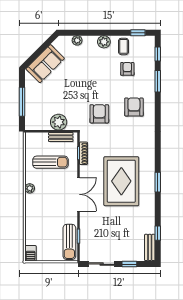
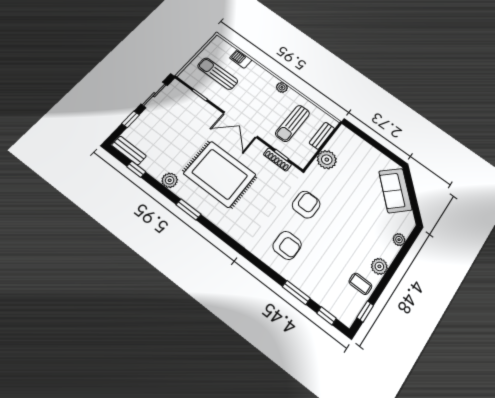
armchair: (127, 69) -> (333, 269), removed
window: (22, 102) -> (372, 142), removed
armchair: (99, 114) -> (306, 205), turned -90
bench: (61, 137) -> (322, 136), moved
plant: (149, 208) -> (170, 180), added
sun lounger: (69, 242) -> (218, 74), moved
barbecue: (31, 253) -> (241, 59), moved

